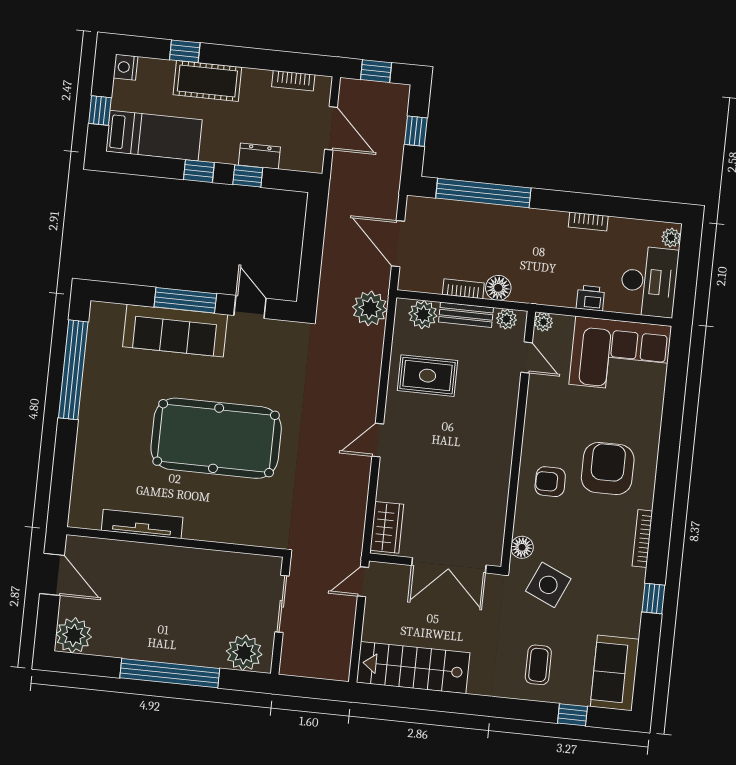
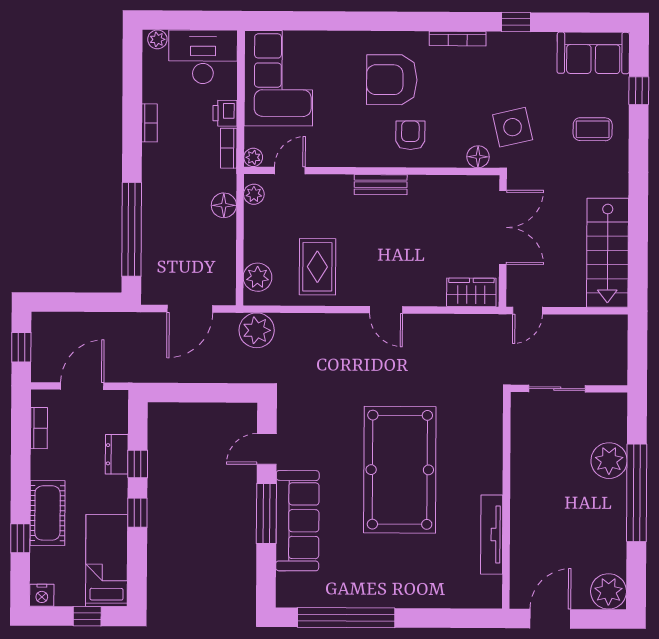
window: (416, 131) -> (77, 302), removed
bookcase: (463, 289) -> (229, 148), moved
bench: (466, 315) -> (381, 185), moved, turned 90
armchair: (550, 482) -> (410, 135), turned 180
door: (363, 582) -> (528, 311), hinge flipped
side table: (548, 585) -> (513, 127), turned -37
plant: (244, 653) -> (609, 461), moved

